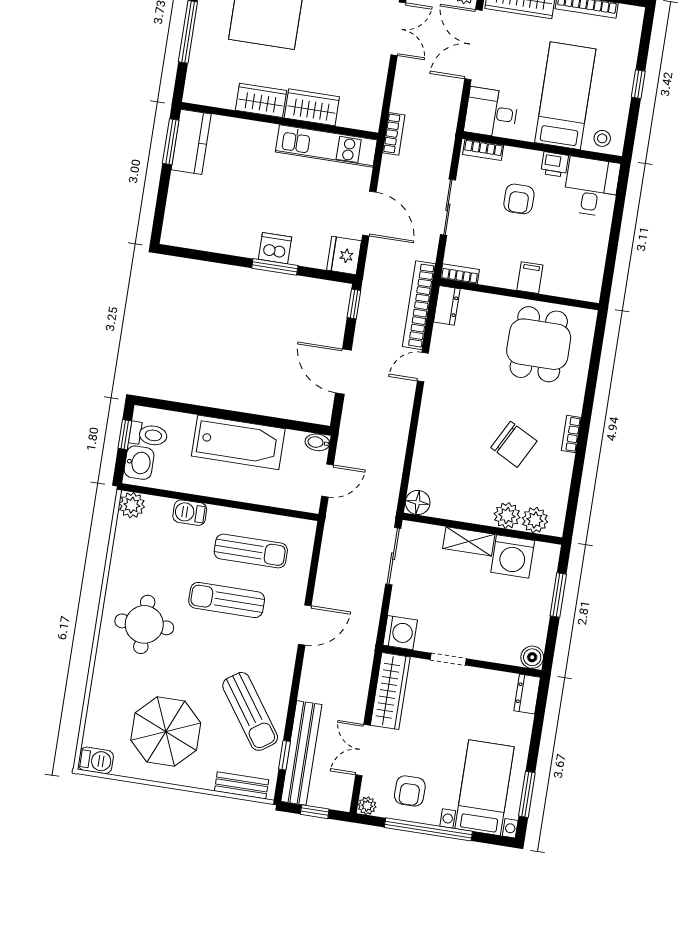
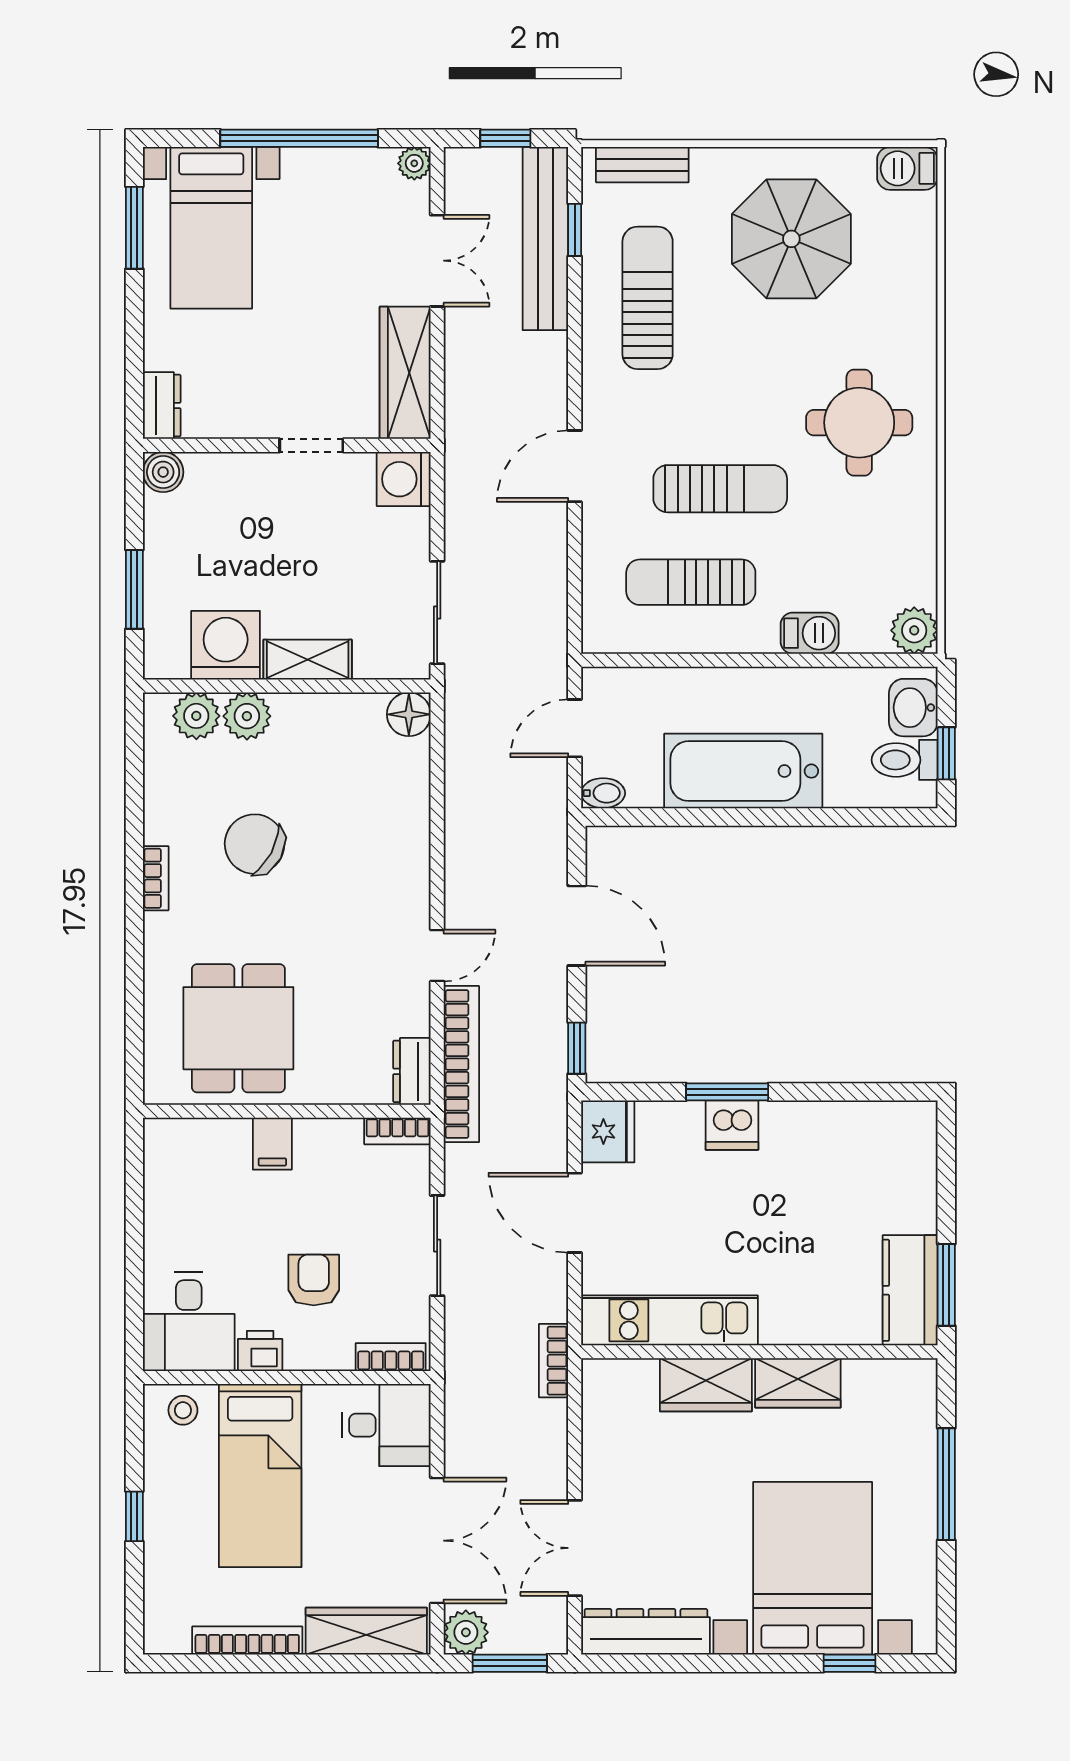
sun lounger: (250, 711) -> (648, 298), turned 35
armchair: (410, 791) -> (343, 201), removed

